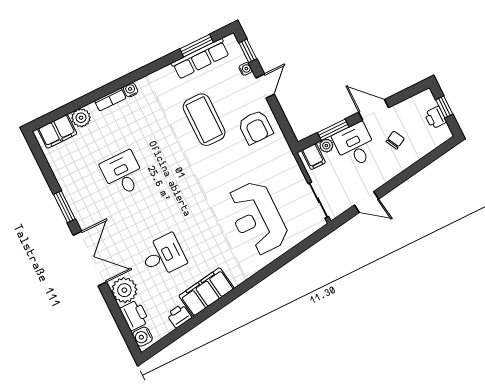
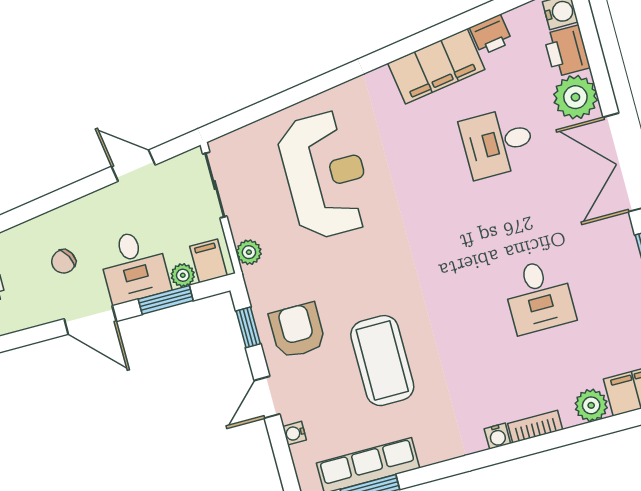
window: (248, 51) -> (248, 327), moved
plant: (292, 166) -> (249, 252), added

